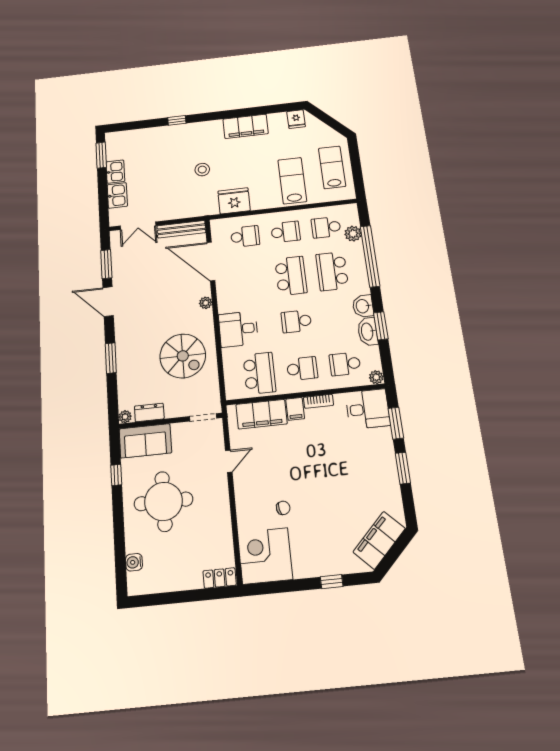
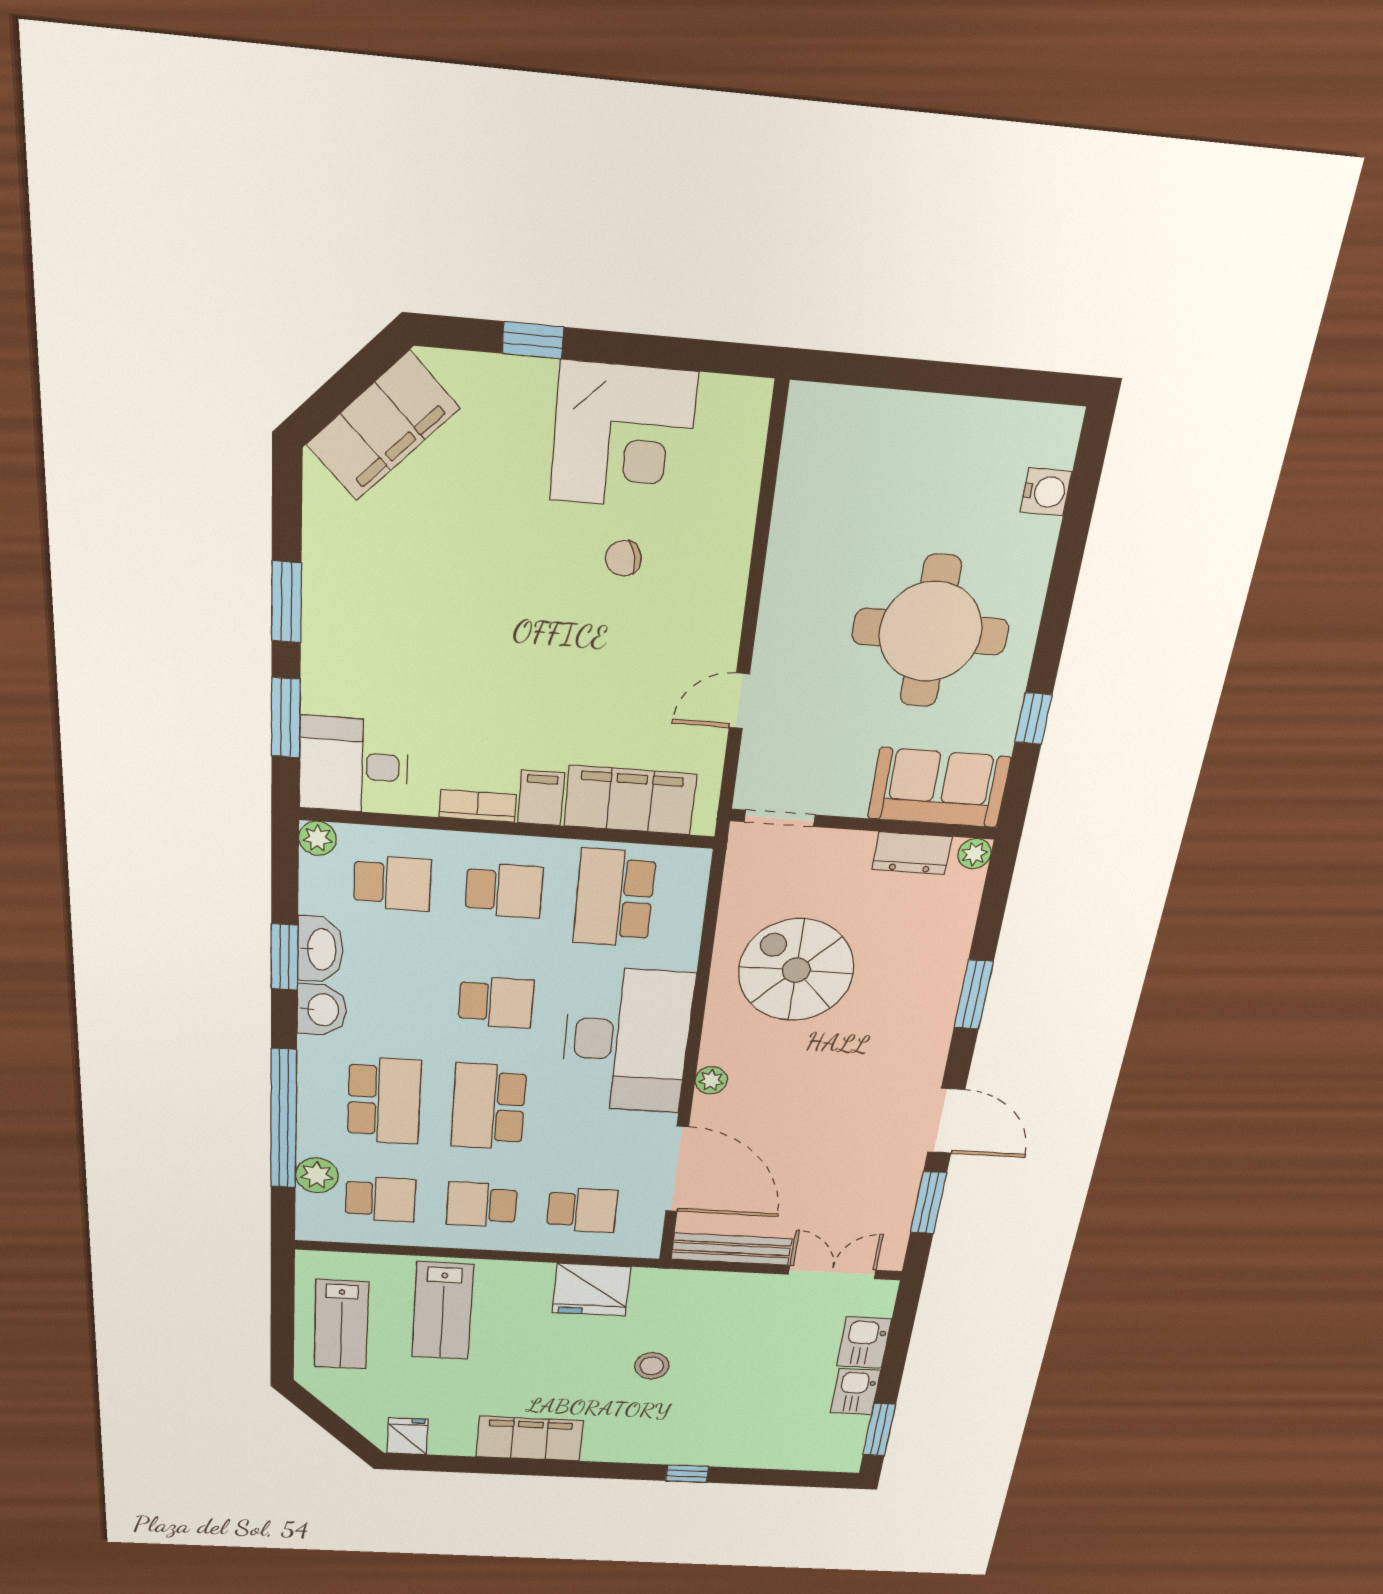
school desk: (245, 236) -> (582, 1210), turned 180
desk: (238, 329) -> (627, 1040), width x1.87, depth x1.30
school desk: (302, 369) -> (504, 891), turned 180
corner desk: (265, 556) -> (623, 436), moved
locker: (220, 578) -> (832, 408), removed

